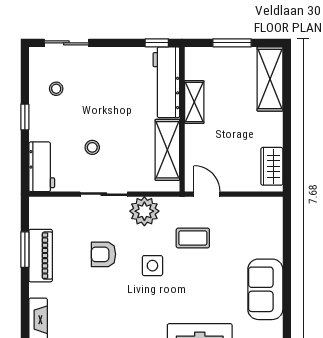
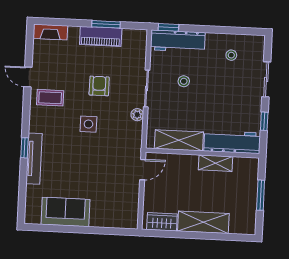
sliding door: (66, 43) -> (266, 79), moved
window: (157, 43) -> (264, 121), moved
shelving: (270, 79) -> (203, 222), moved
window: (25, 117) -> (168, 27), moved
workbench: (42, 167) -> (178, 41), width x1.38
plant: (144, 211) -> (137, 115), width x0.53, depth x0.53
coffee table: (193, 238) -> (50, 98), moved, turned 90

